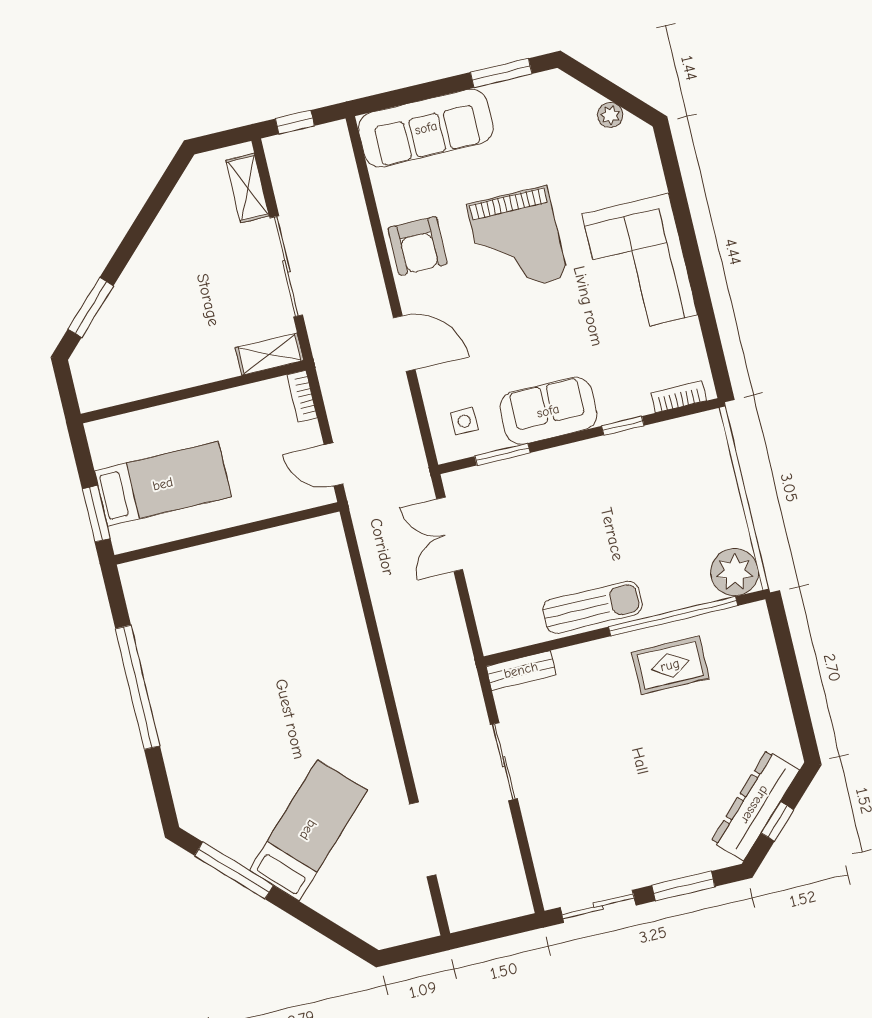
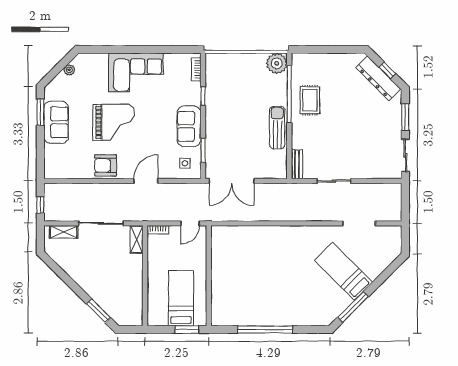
sofa: (426, 128) -> (56, 122), moved, width x0.73
armchair: (418, 246) -> (106, 165), turned 180
double door: (450, 534) -> (232, 181), width x1.37

